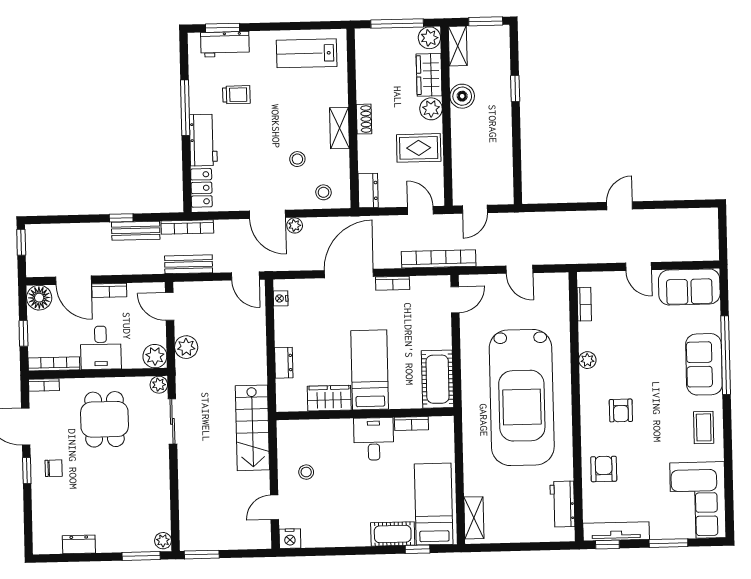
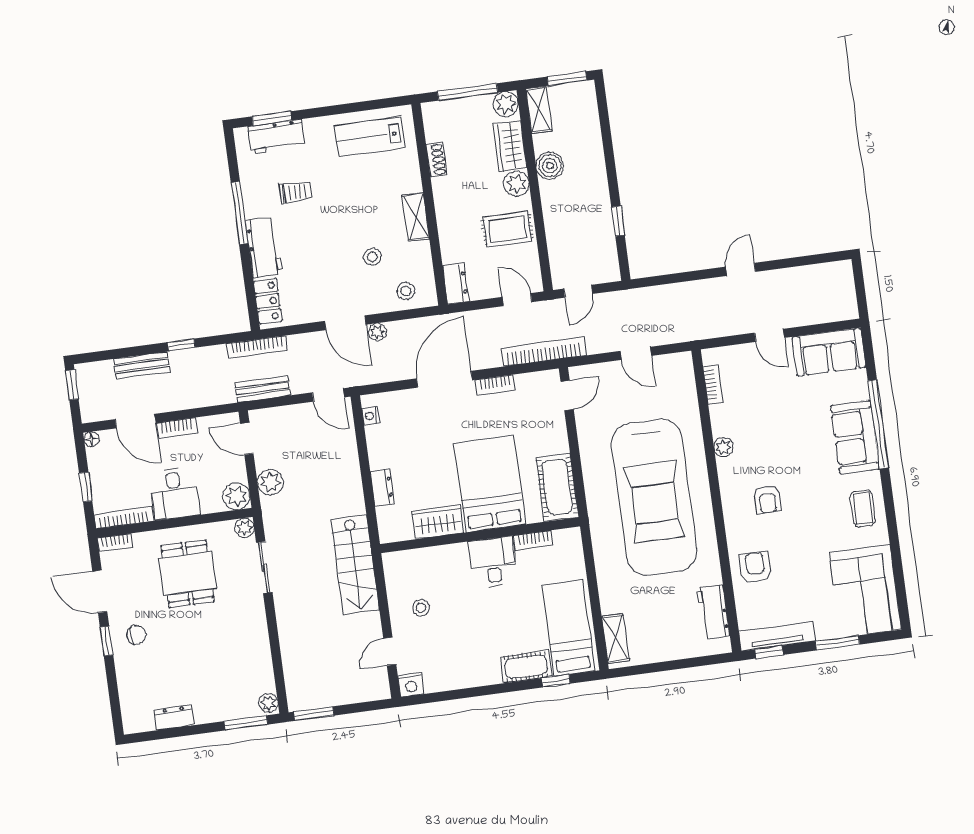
window: (515, 89) -> (618, 221), moved
shoe rack: (364, 119) -> (436, 160), moved
bench: (136, 231) -> (142, 365), moved
floor lamp: (39, 298) -> (91, 439), width x0.53, depth x0.53
bed: (370, 370) -> (490, 484), width x1.50

